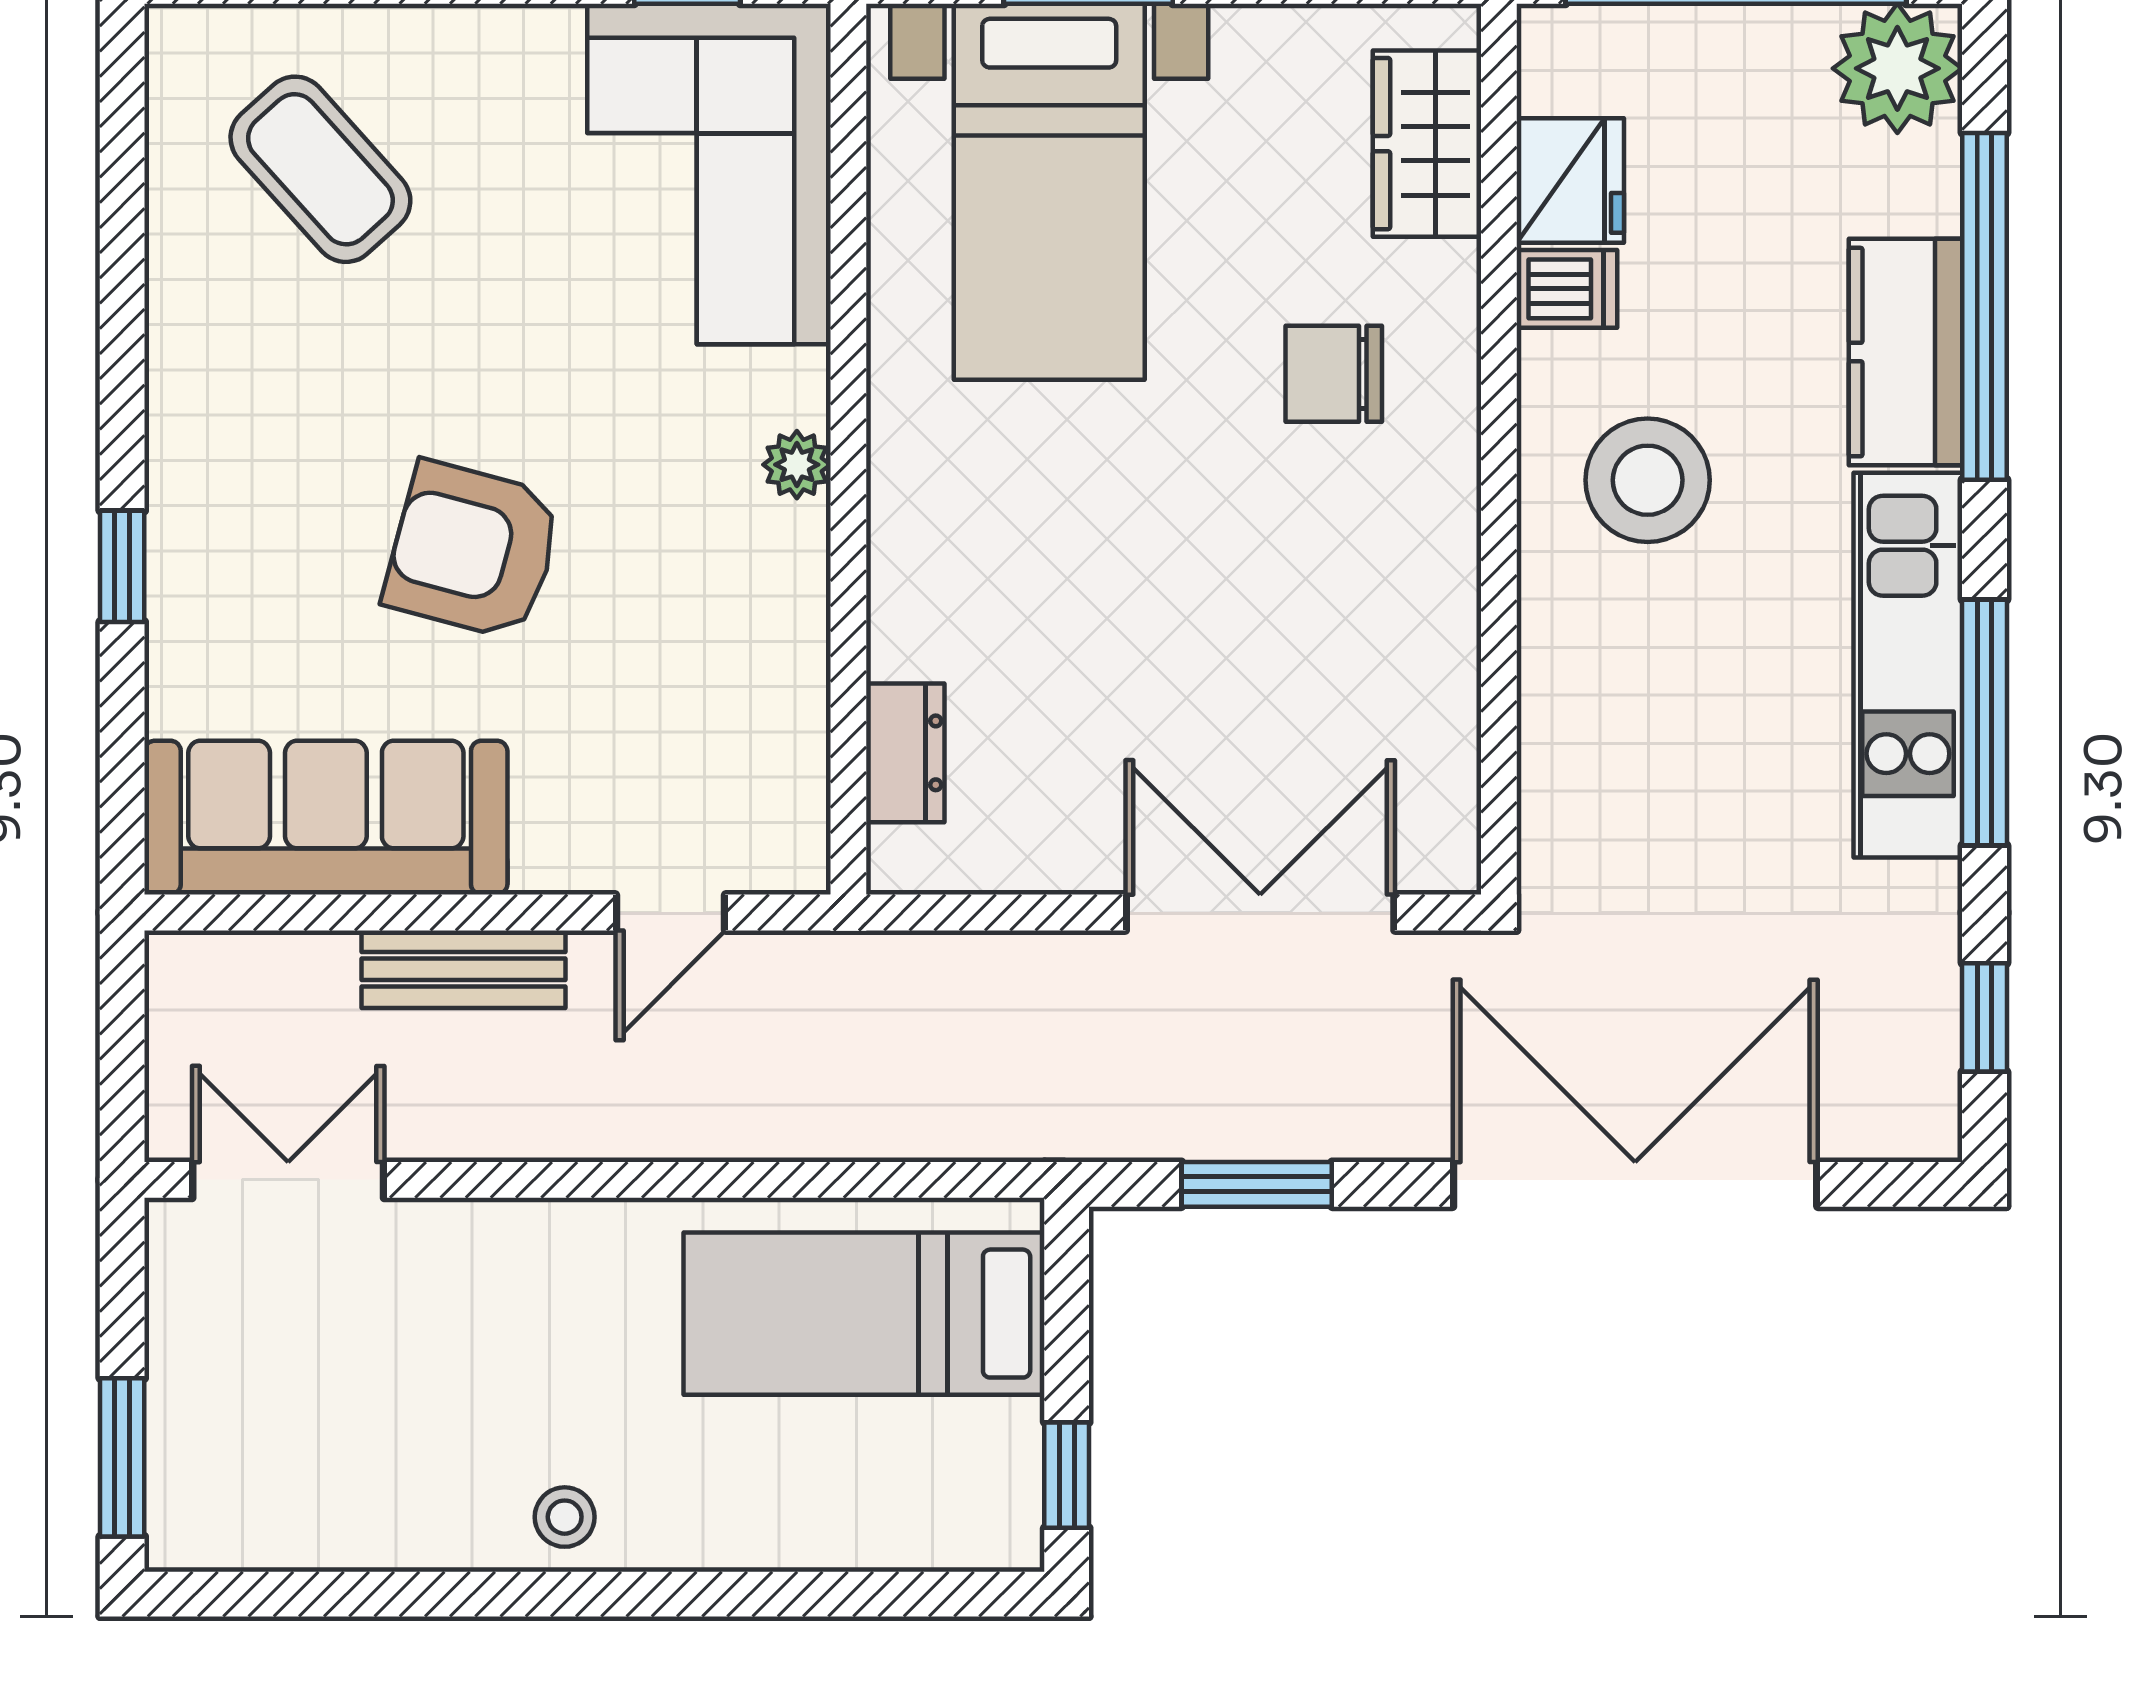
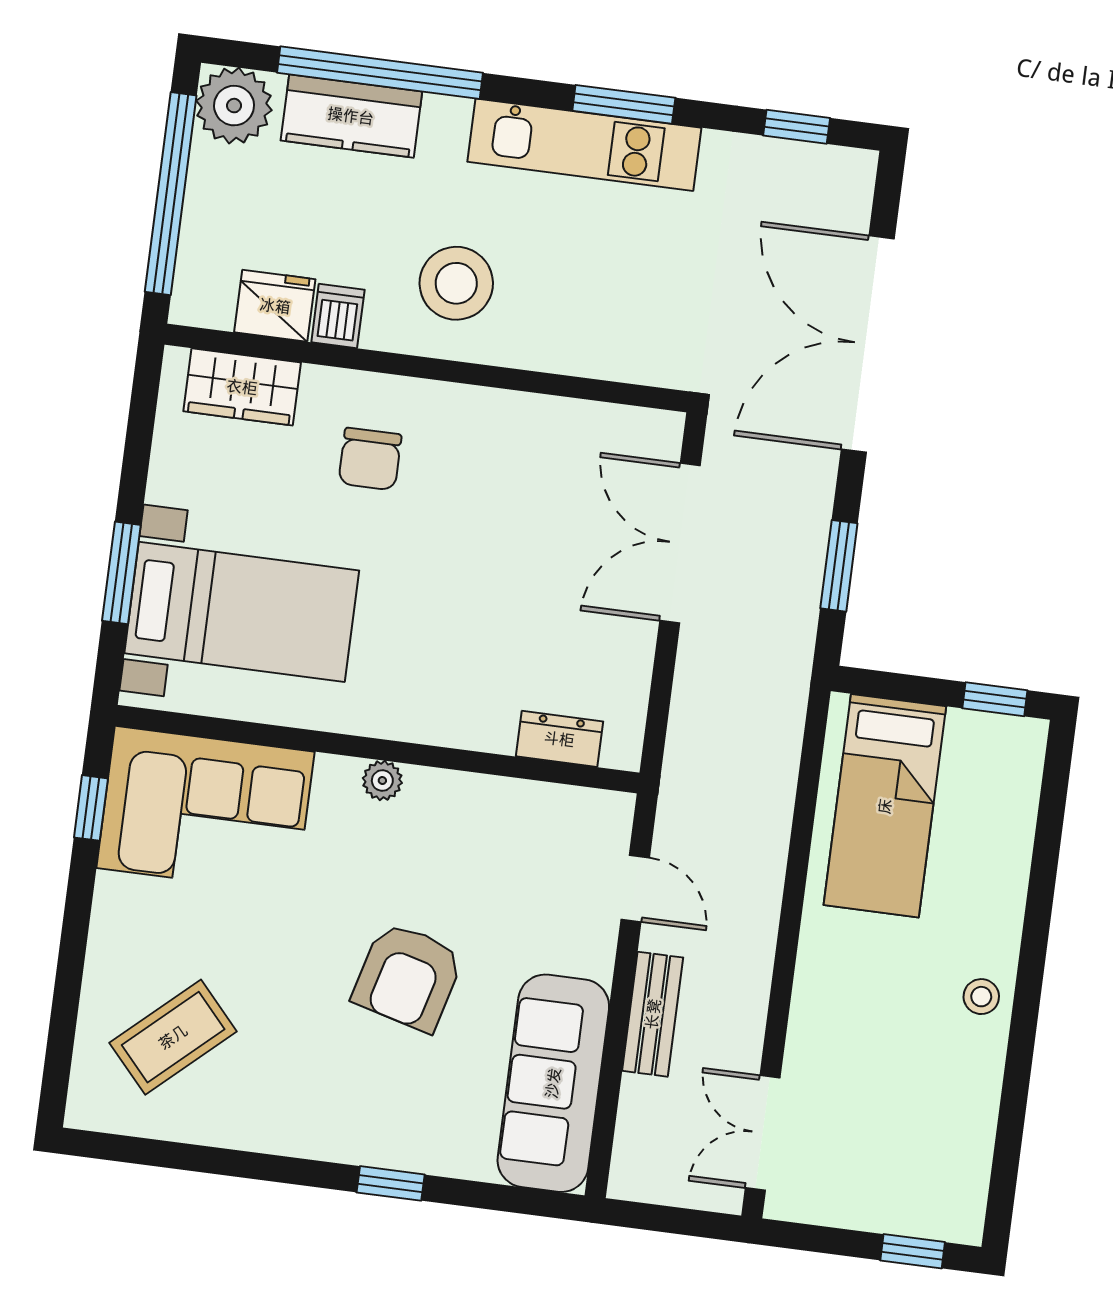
kitchen counter: (1906, 352) -> (351, 116), moved
window: (1985, 722) -> (624, 104), width x0.69
window: (122, 1457) -> (913, 1251), width x0.67

